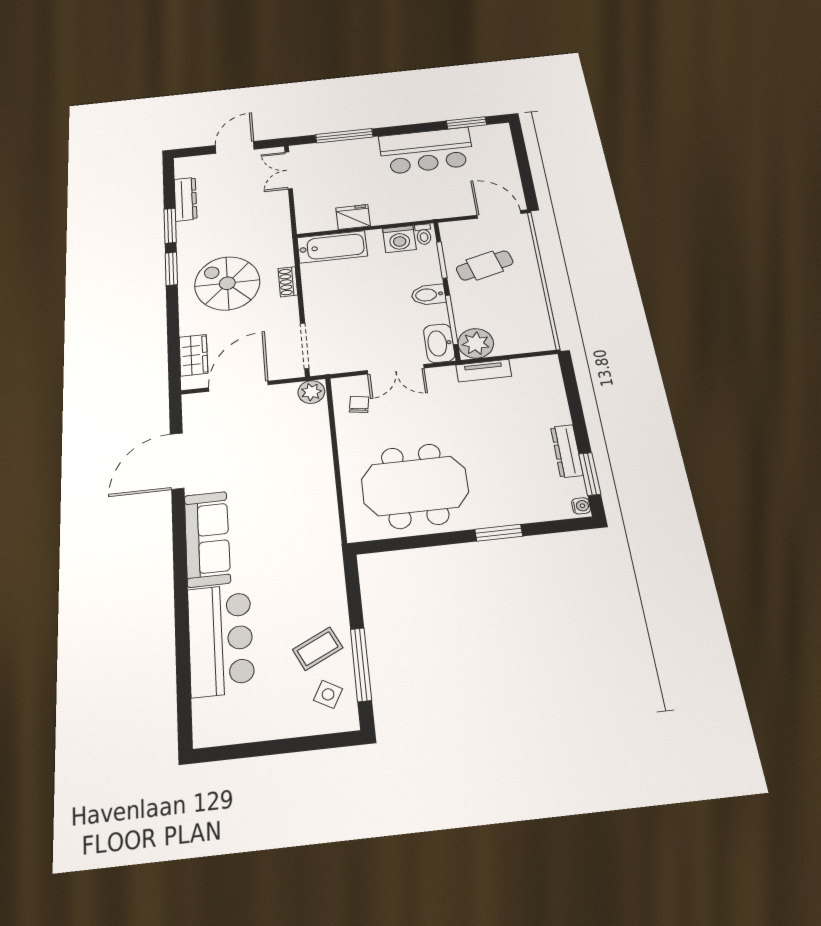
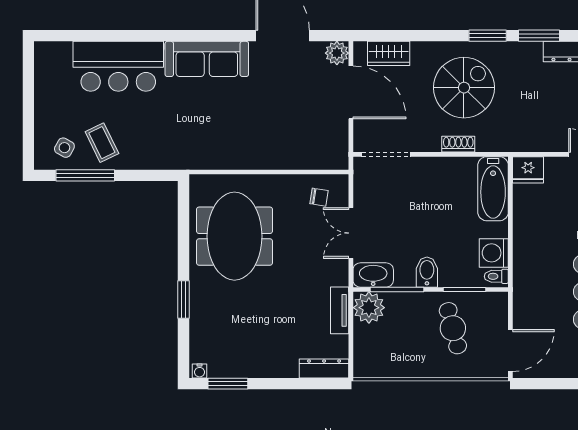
fridge: (353, 217) -> (528, 170), moved, turned 90
plant: (311, 392) -> (337, 53), moved
dresser: (567, 451) -> (324, 369), moved

